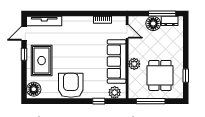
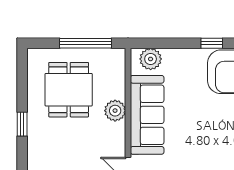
window: (186, 76) -> (22, 124), moved
window: (99, 101) -> (212, 43), moved

